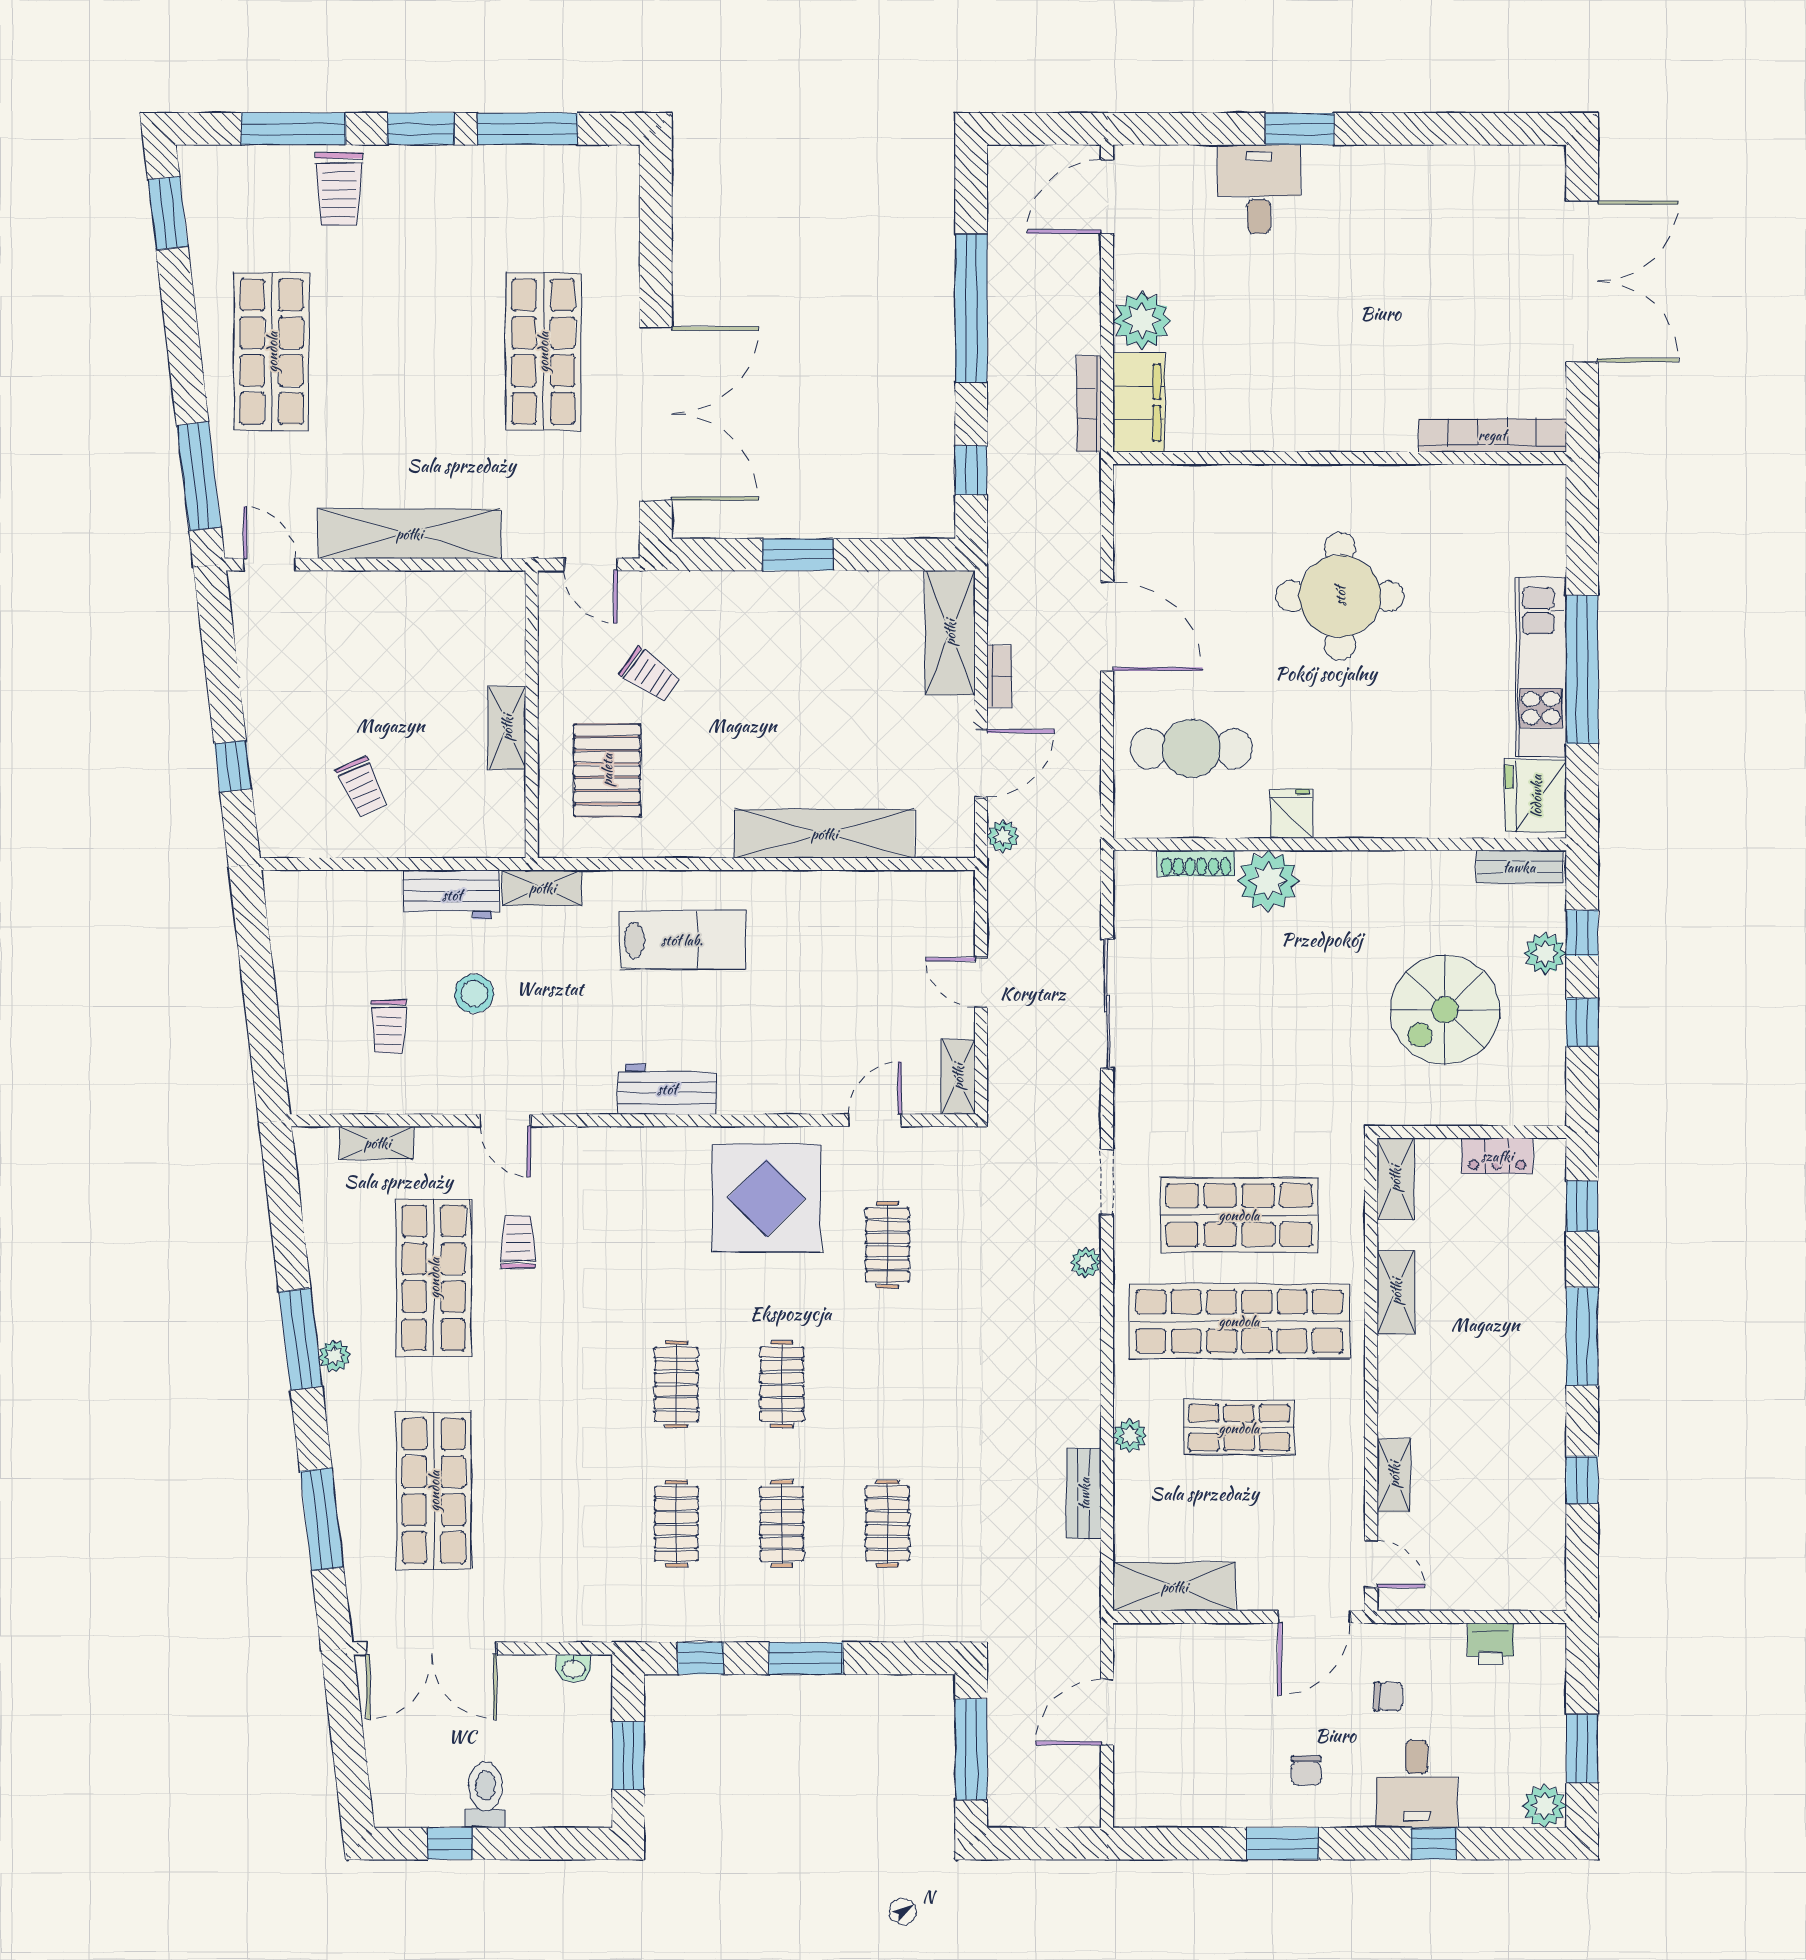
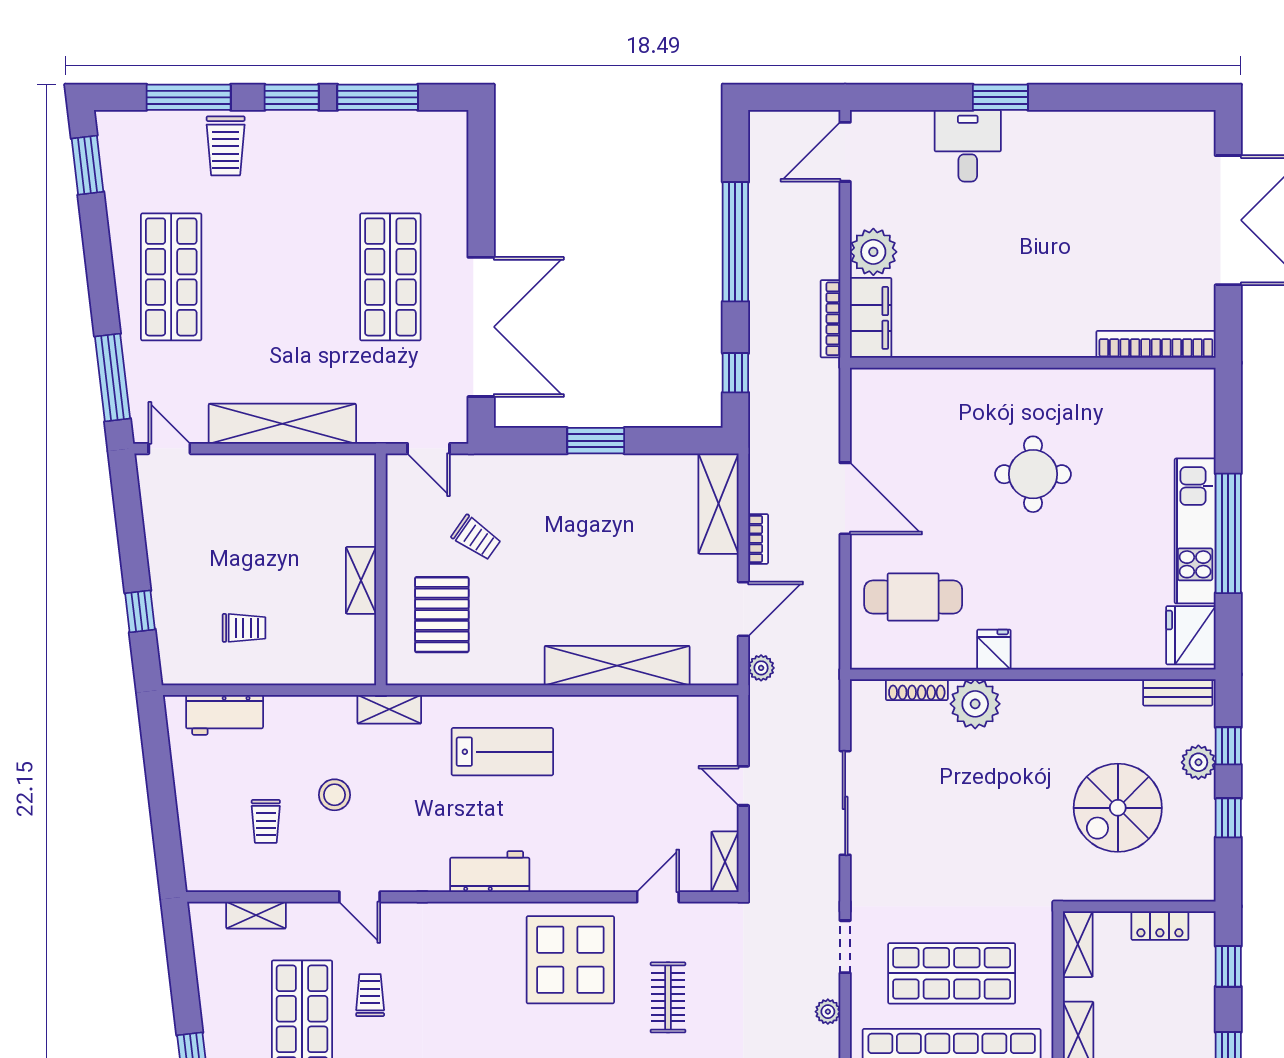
round table: (1340, 596) -> (1033, 474), width x0.73, depth x0.73
trolley: (362, 787) -> (244, 628), turned -66
workbench: (452, 895) -> (225, 715), moved

